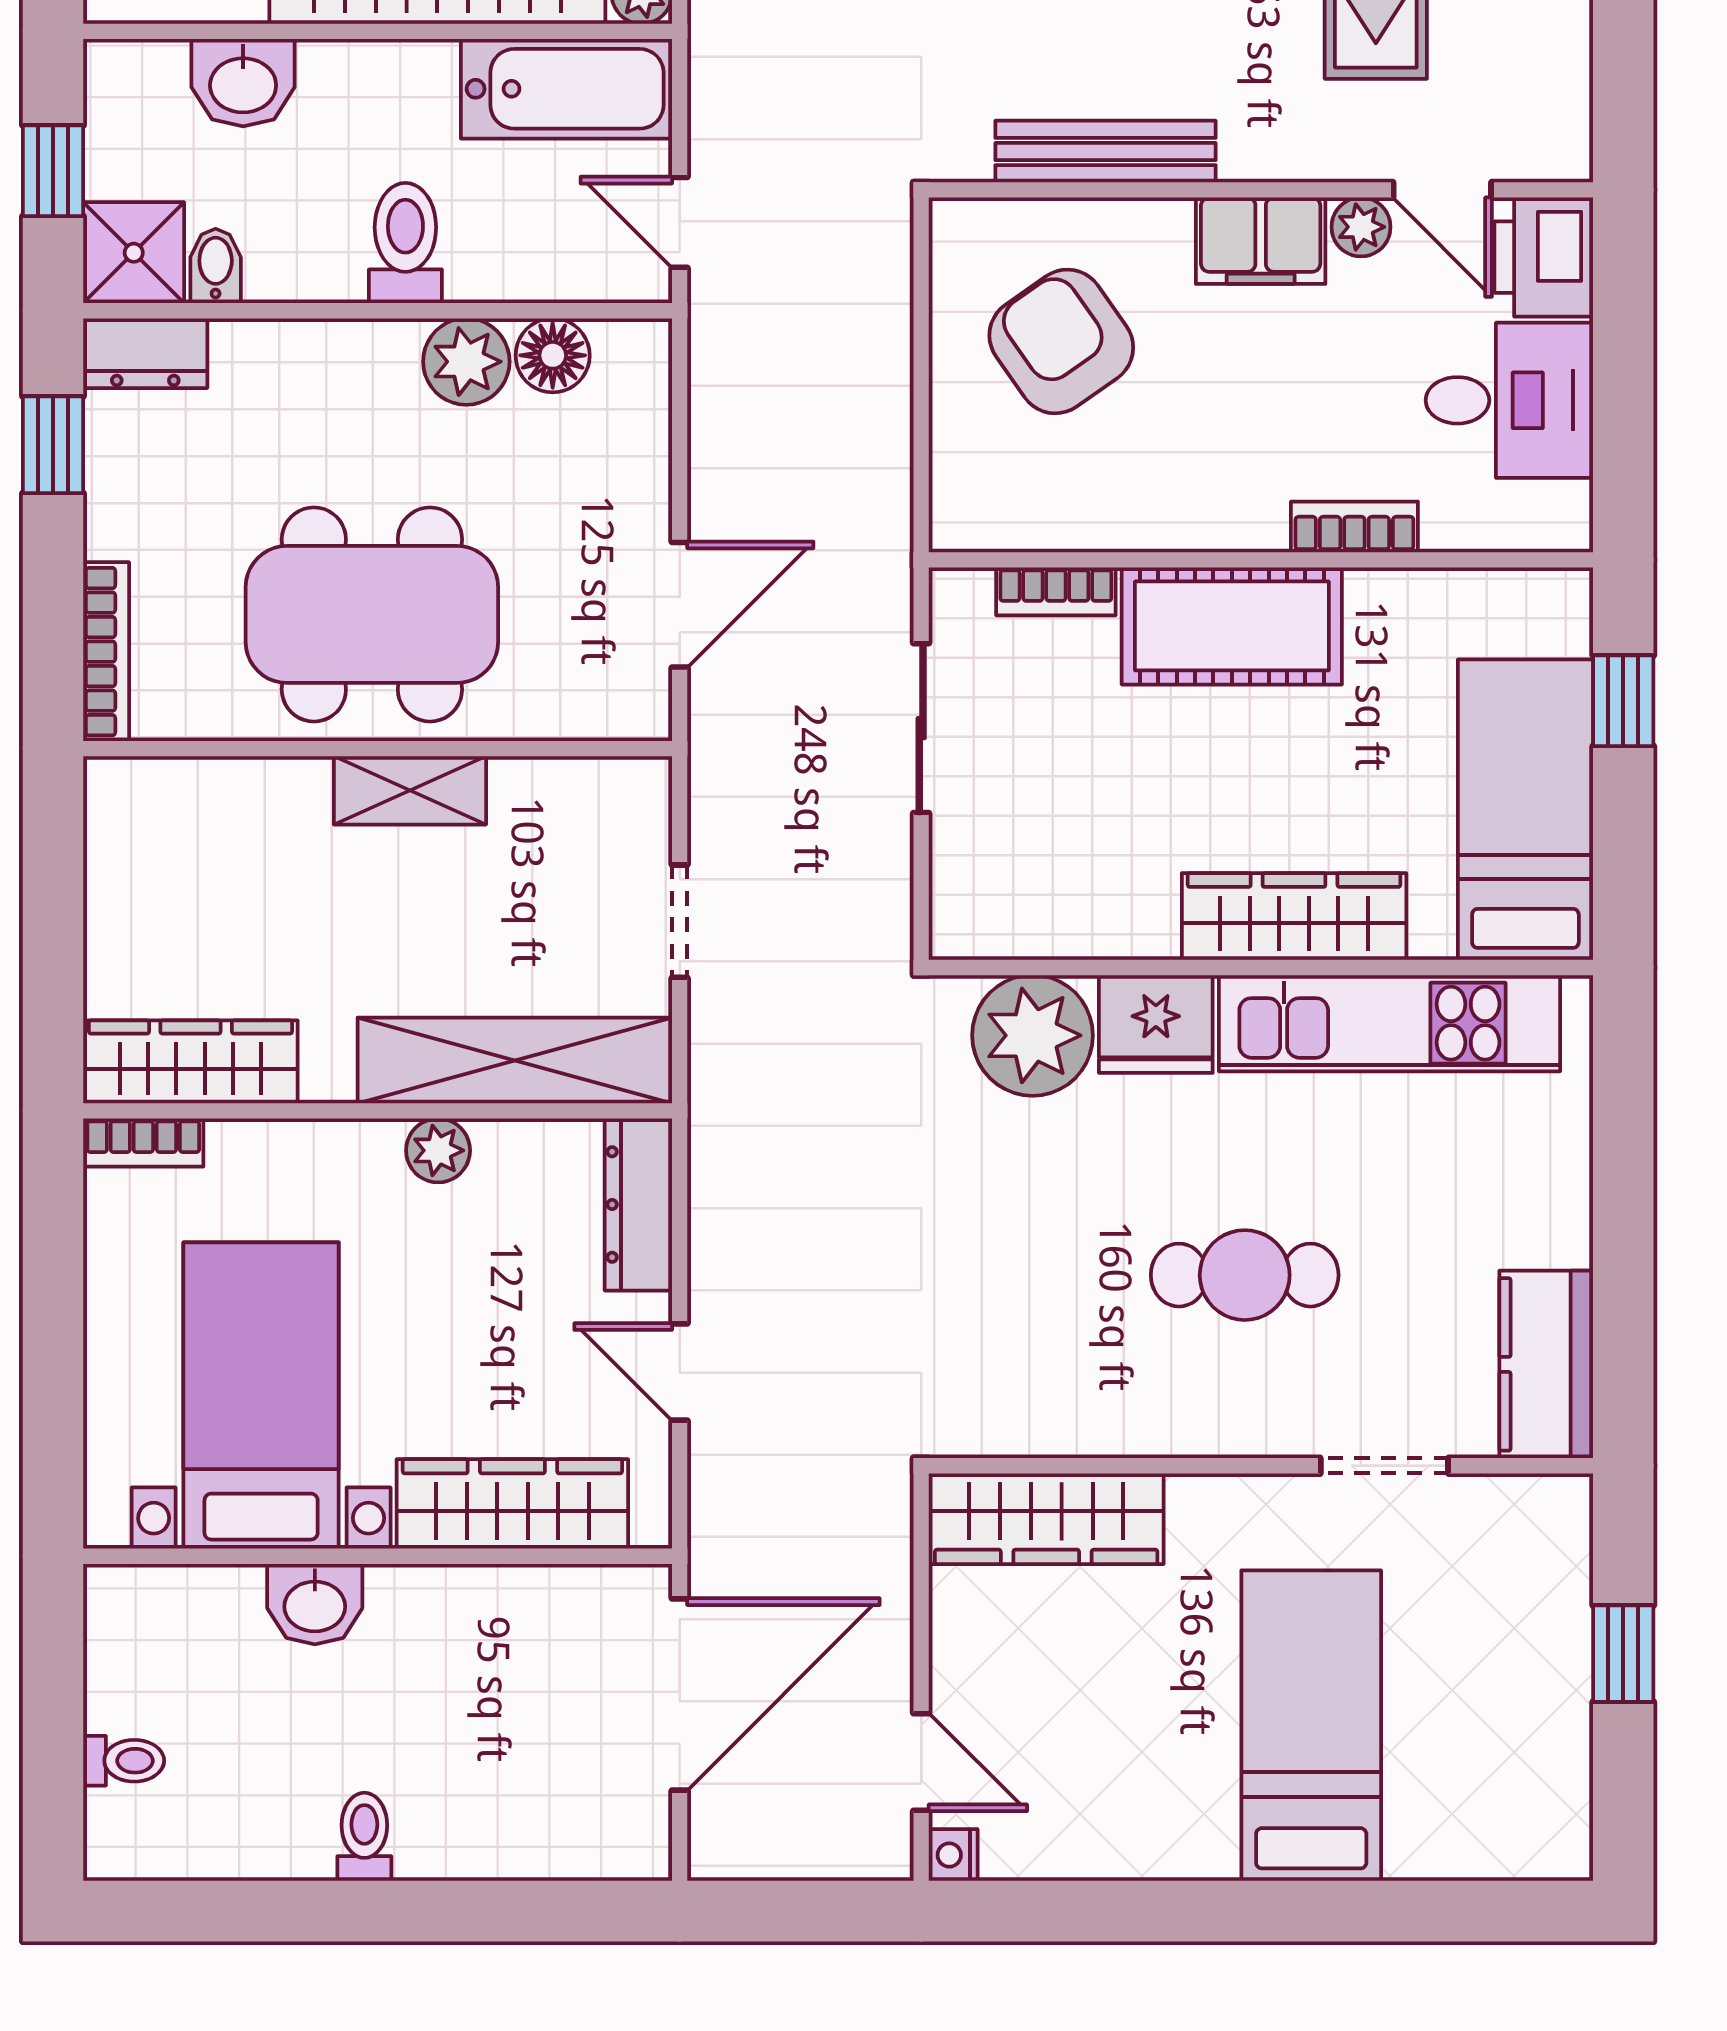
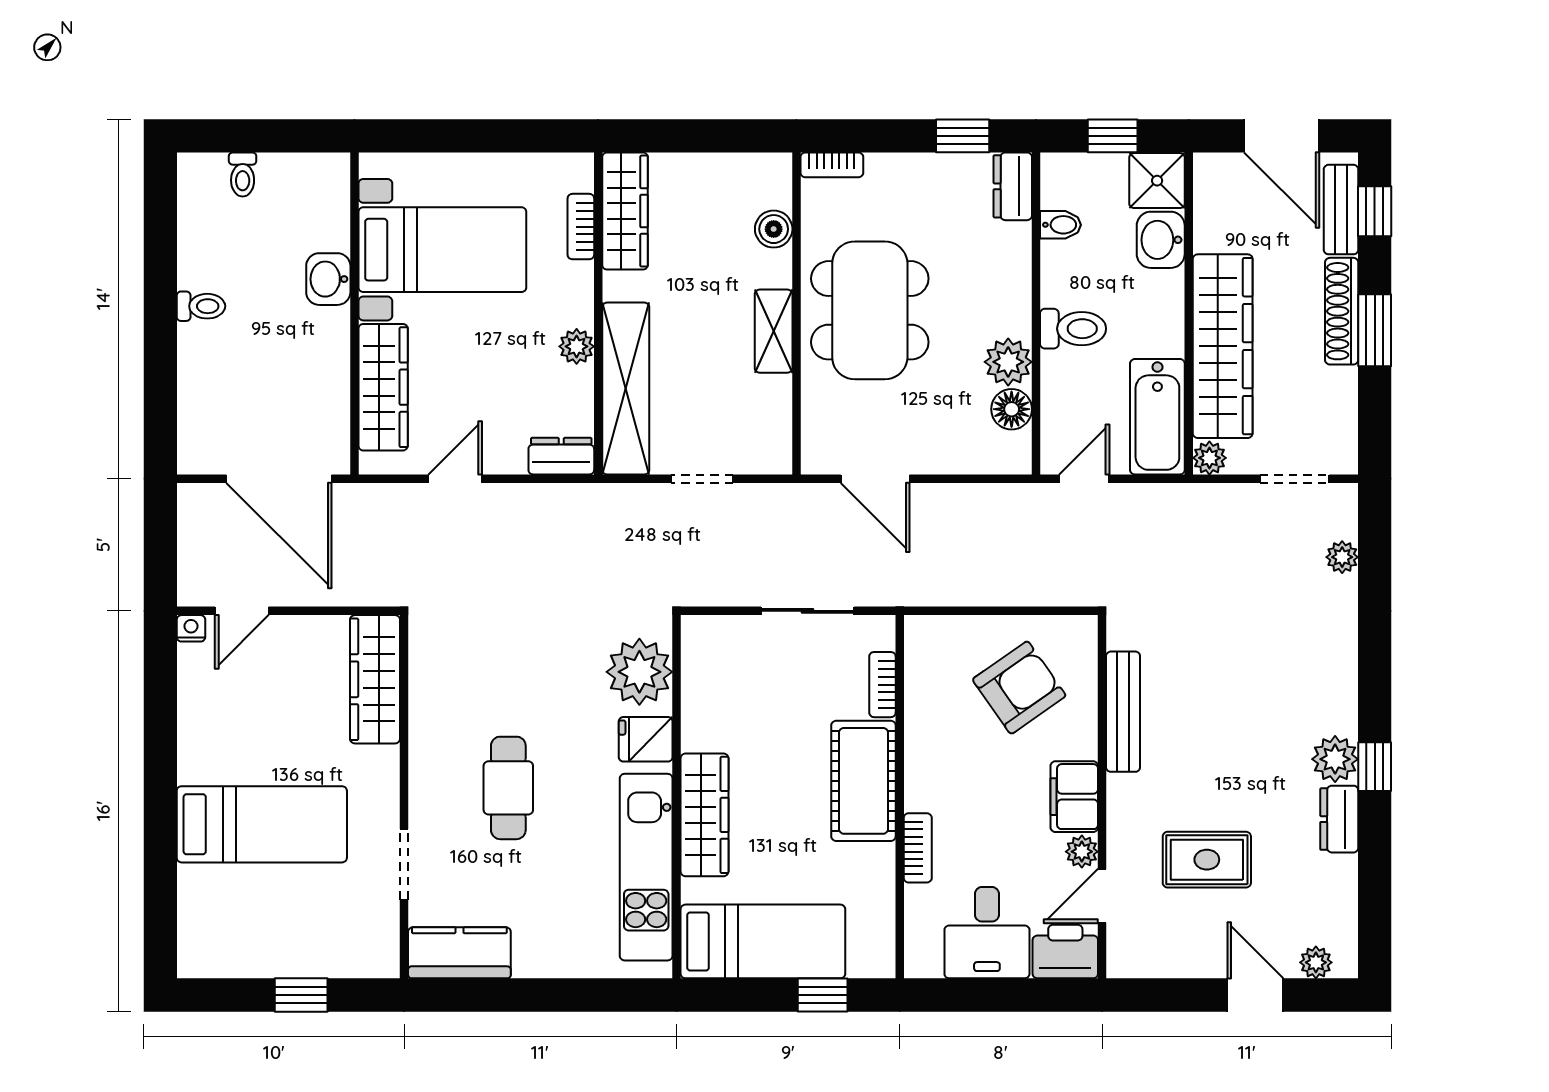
shower: (134, 253) -> (1157, 181), moved
bookcase: (106, 652) -> (832, 165), width x0.64
boiler: (223, 790) -> (774, 229), added
fridge: (1156, 1024) -> (646, 739), width x0.72
bookcase: (143, 1143) -> (581, 227), moved
dresser: (638, 1204) -> (561, 456), width x0.70

